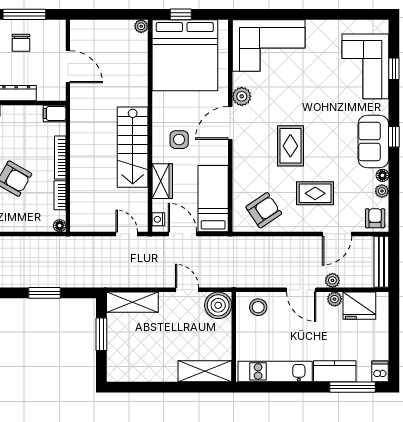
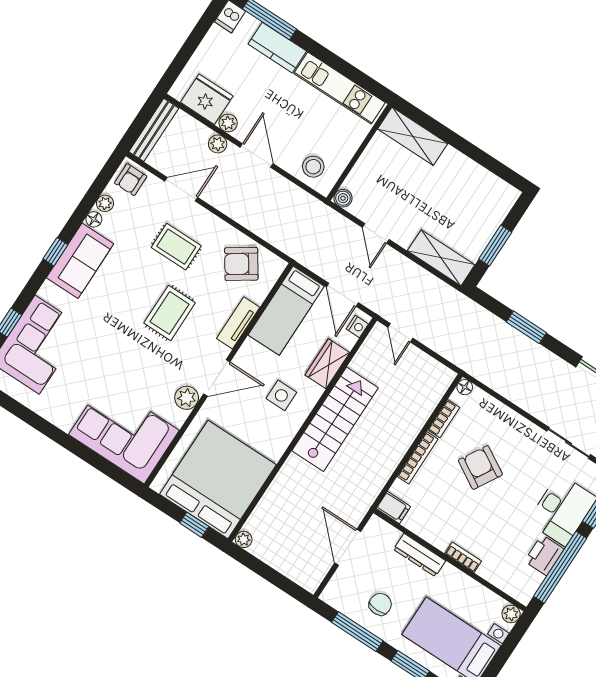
tv unit: (240, 169) -> (238, 323), added
boiler: (218, 305) -> (343, 198), width x0.54, depth x0.54

